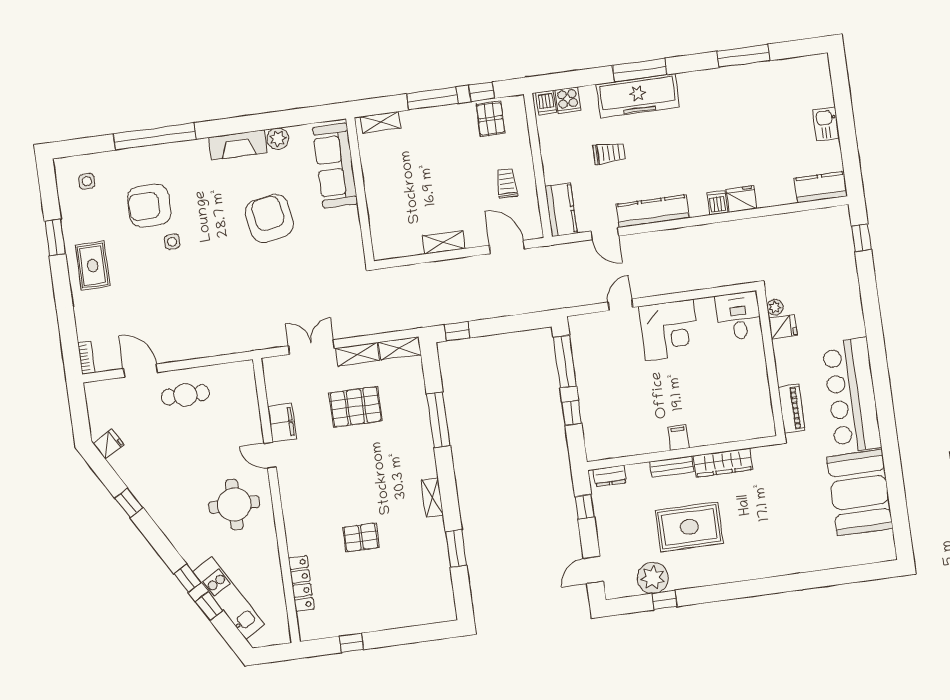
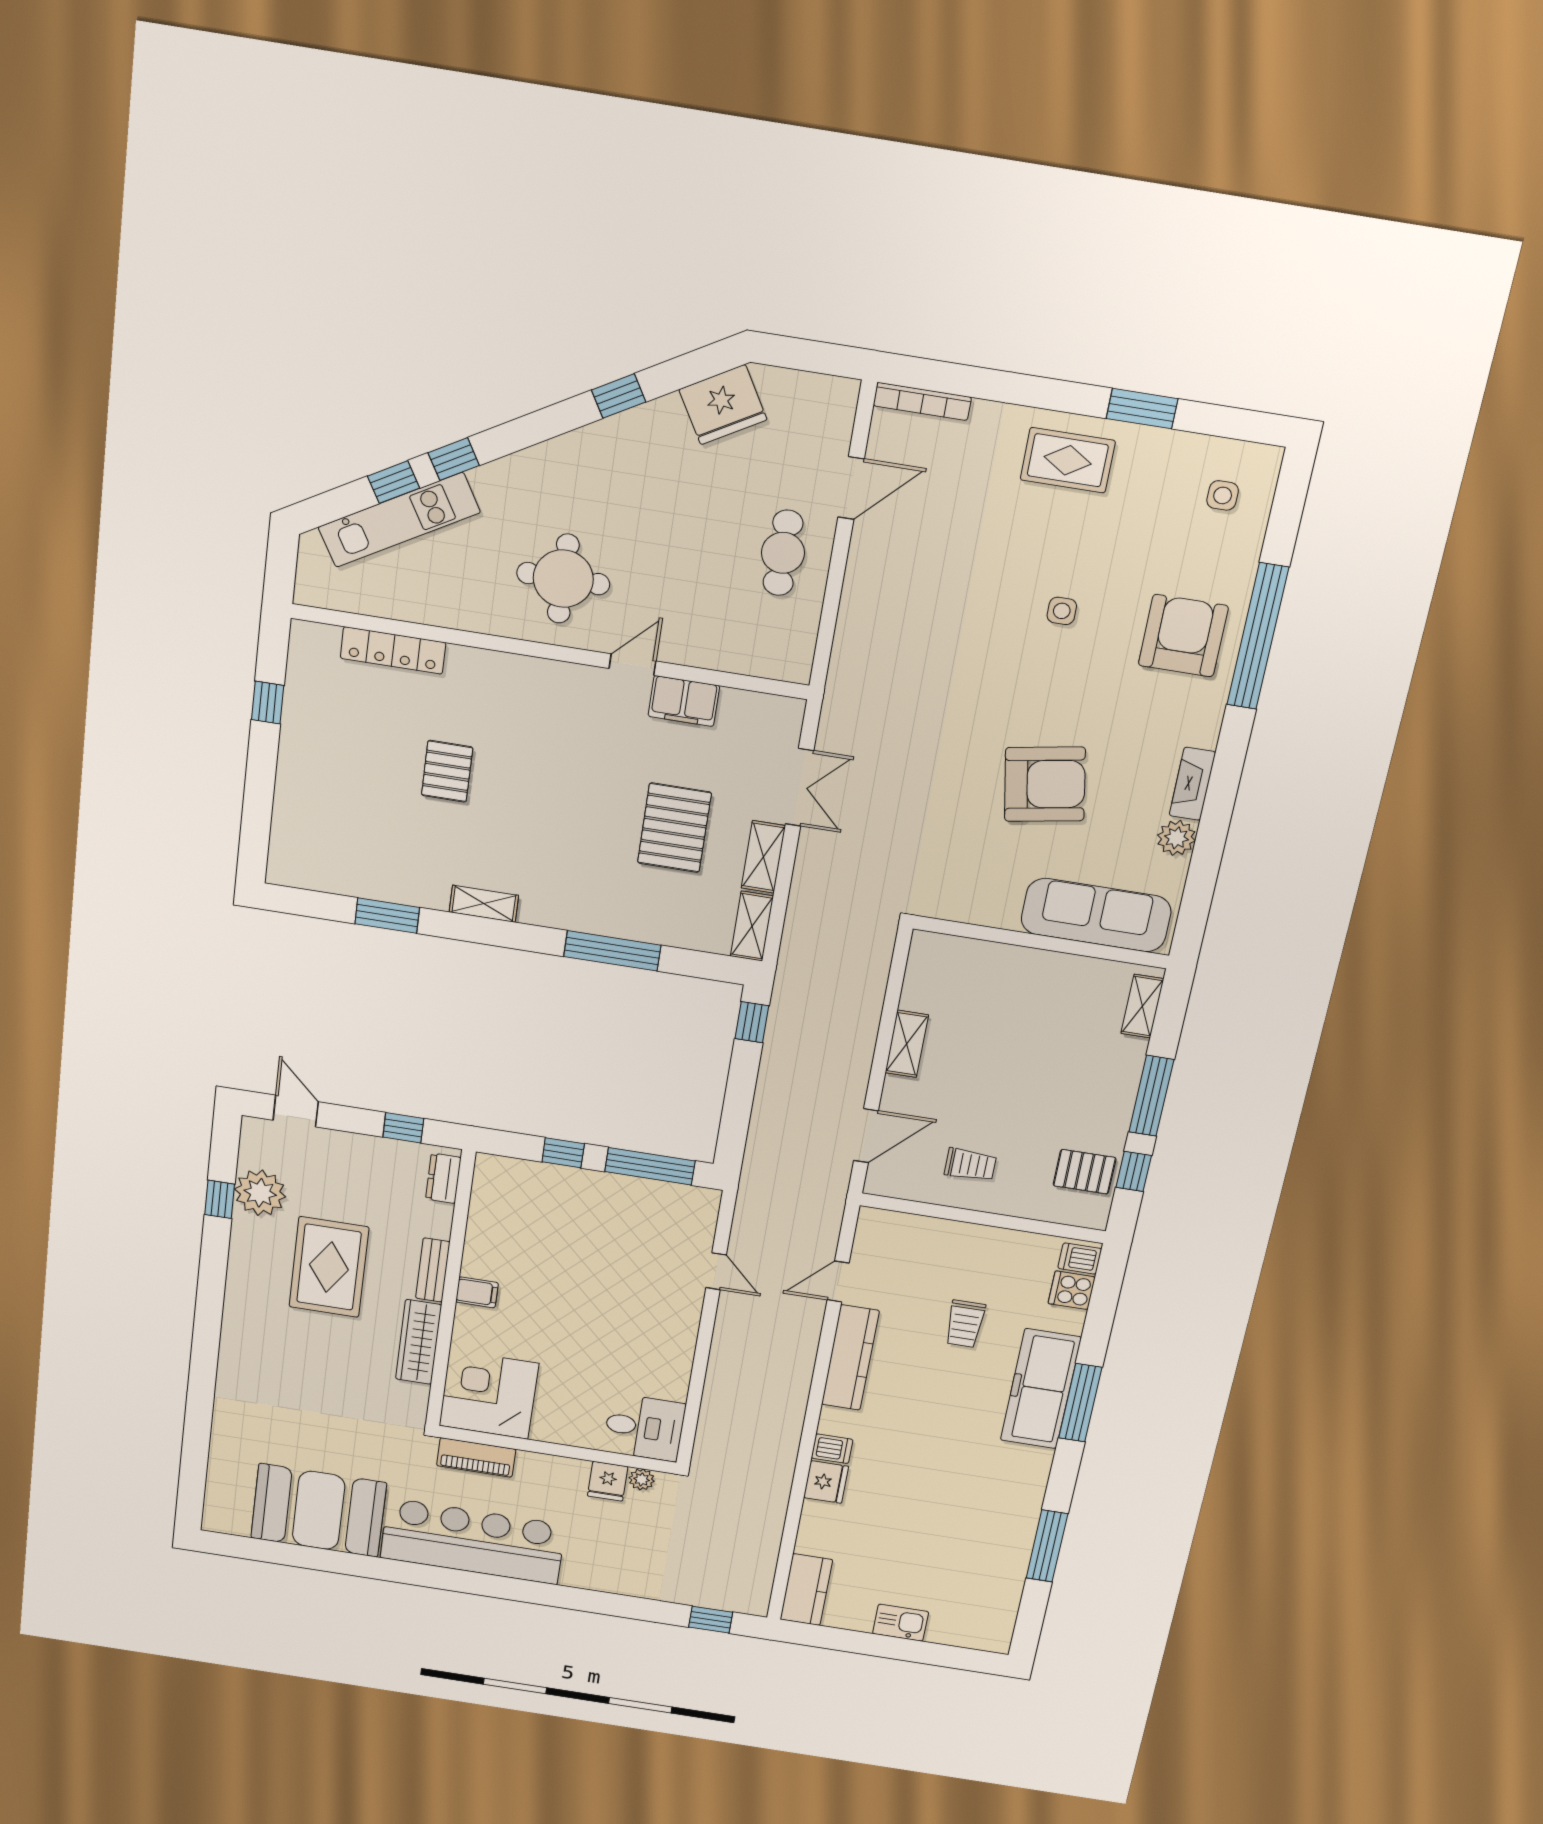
fireplace: (238, 145) -> (1192, 784), width x0.73, depth x0.76
armchair: (149, 206) -> (1183, 636), moved
kitchen counter: (561, 210) -> (899, 1231), removed
corner desk: (669, 330) -> (489, 1395), moved, turned 90
bookcase: (86, 358) -> (922, 401), width x1.56
fridge: (109, 444) -> (723, 405), width x1.88, depth x1.34

